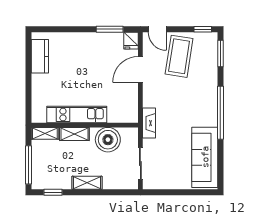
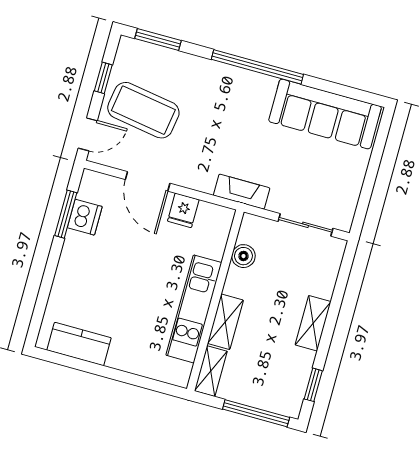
window: (203, 29) -> (103, 78), moved
dishwasher: (111, 40) -> (85, 217), added
fridge: (131, 41) -> (183, 210), moved, turned 90
boiler: (108, 140) -> (243, 256), width x0.54, depth x0.54

